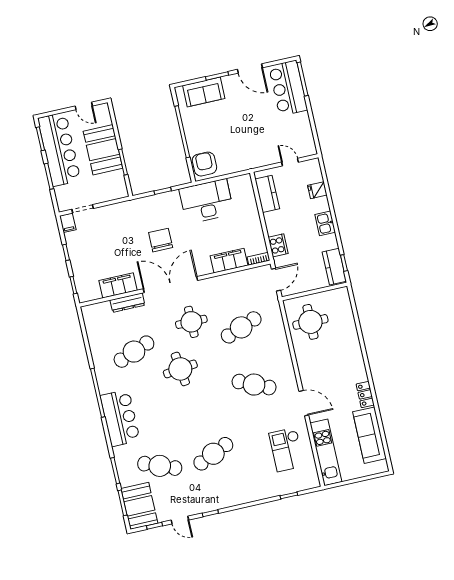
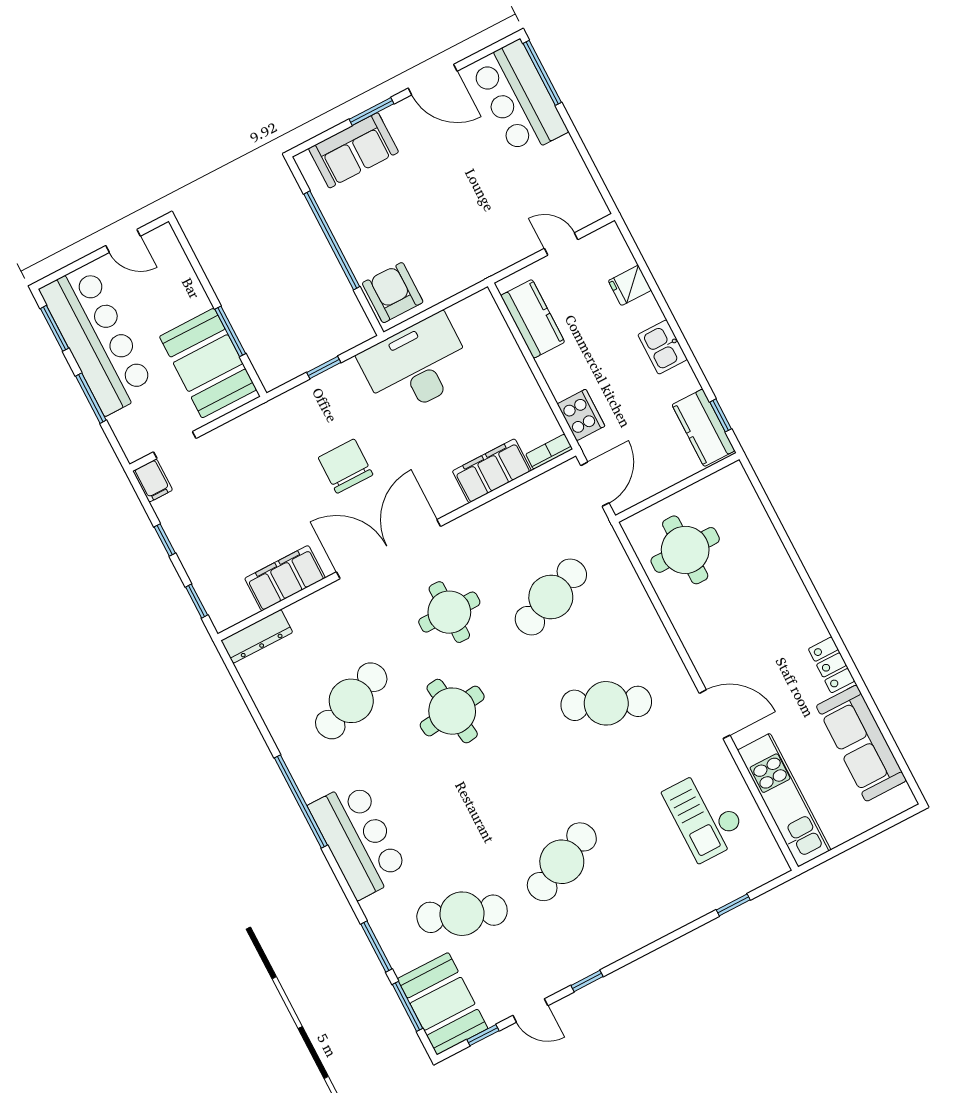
booth: (103, 150) -> (208, 363), moved
dresser: (127, 303) -> (257, 636), moved

